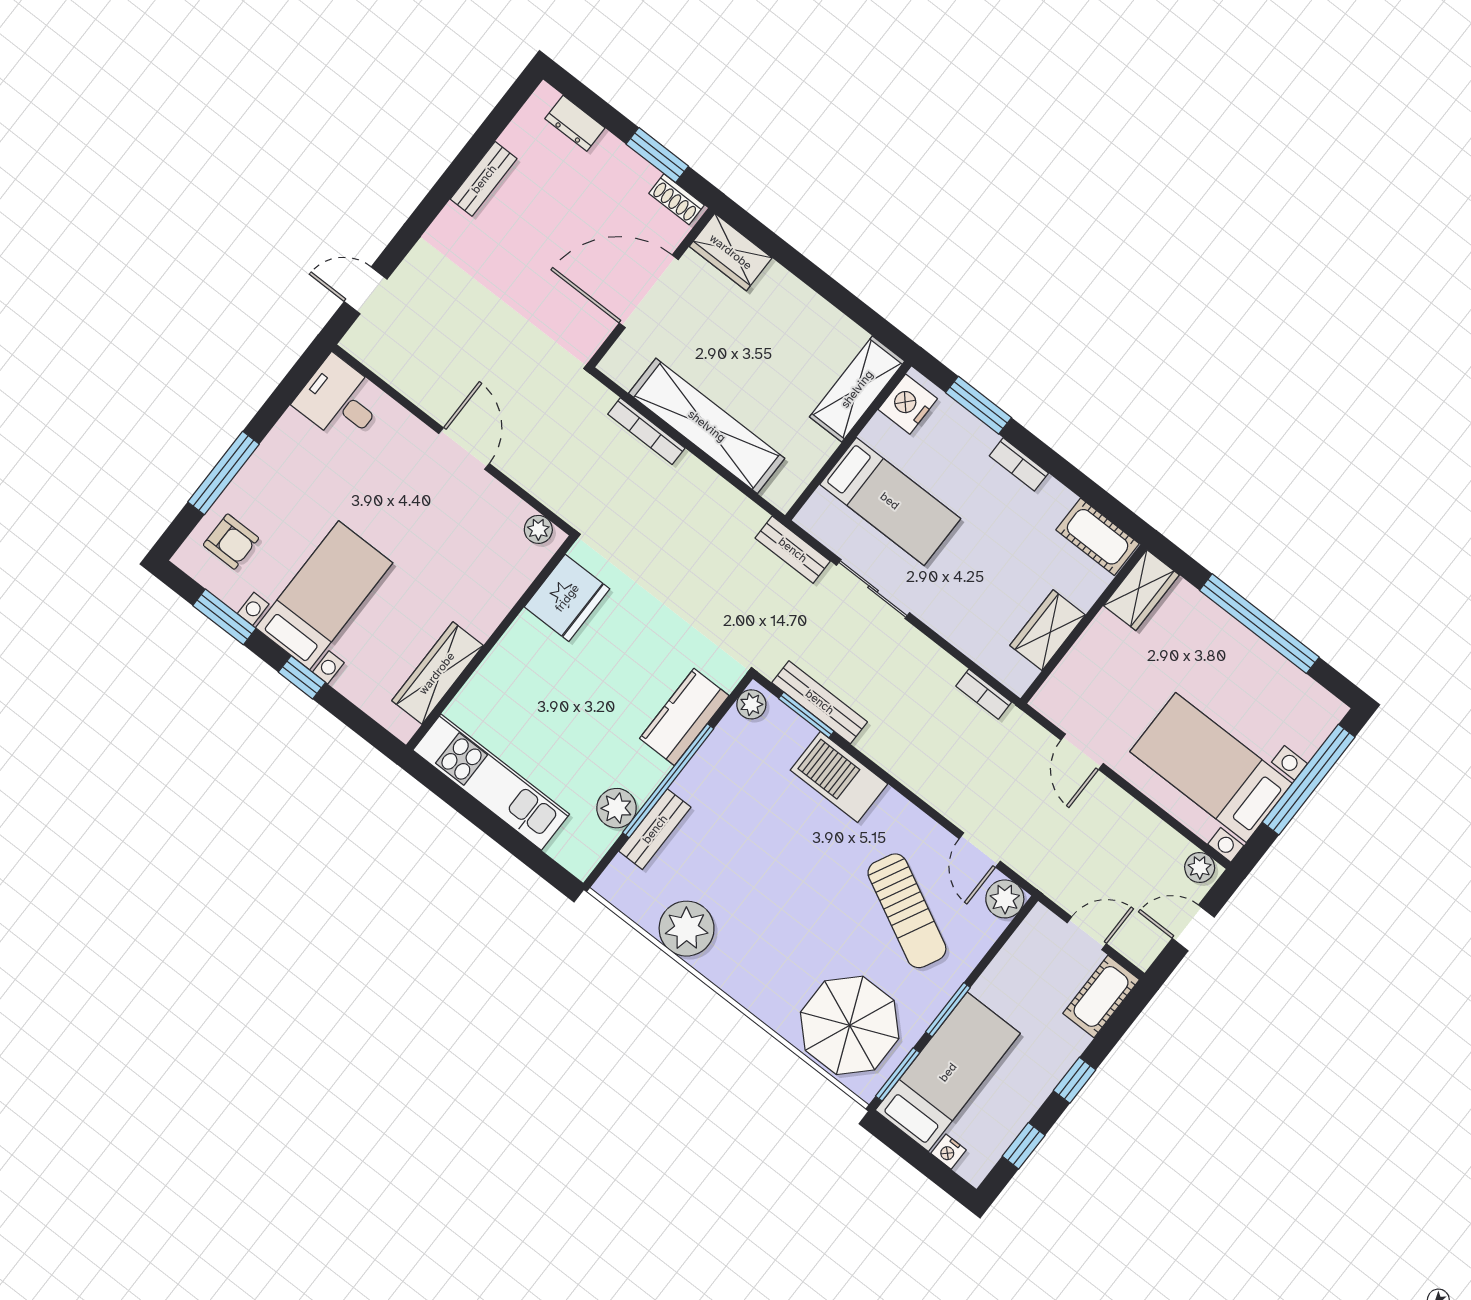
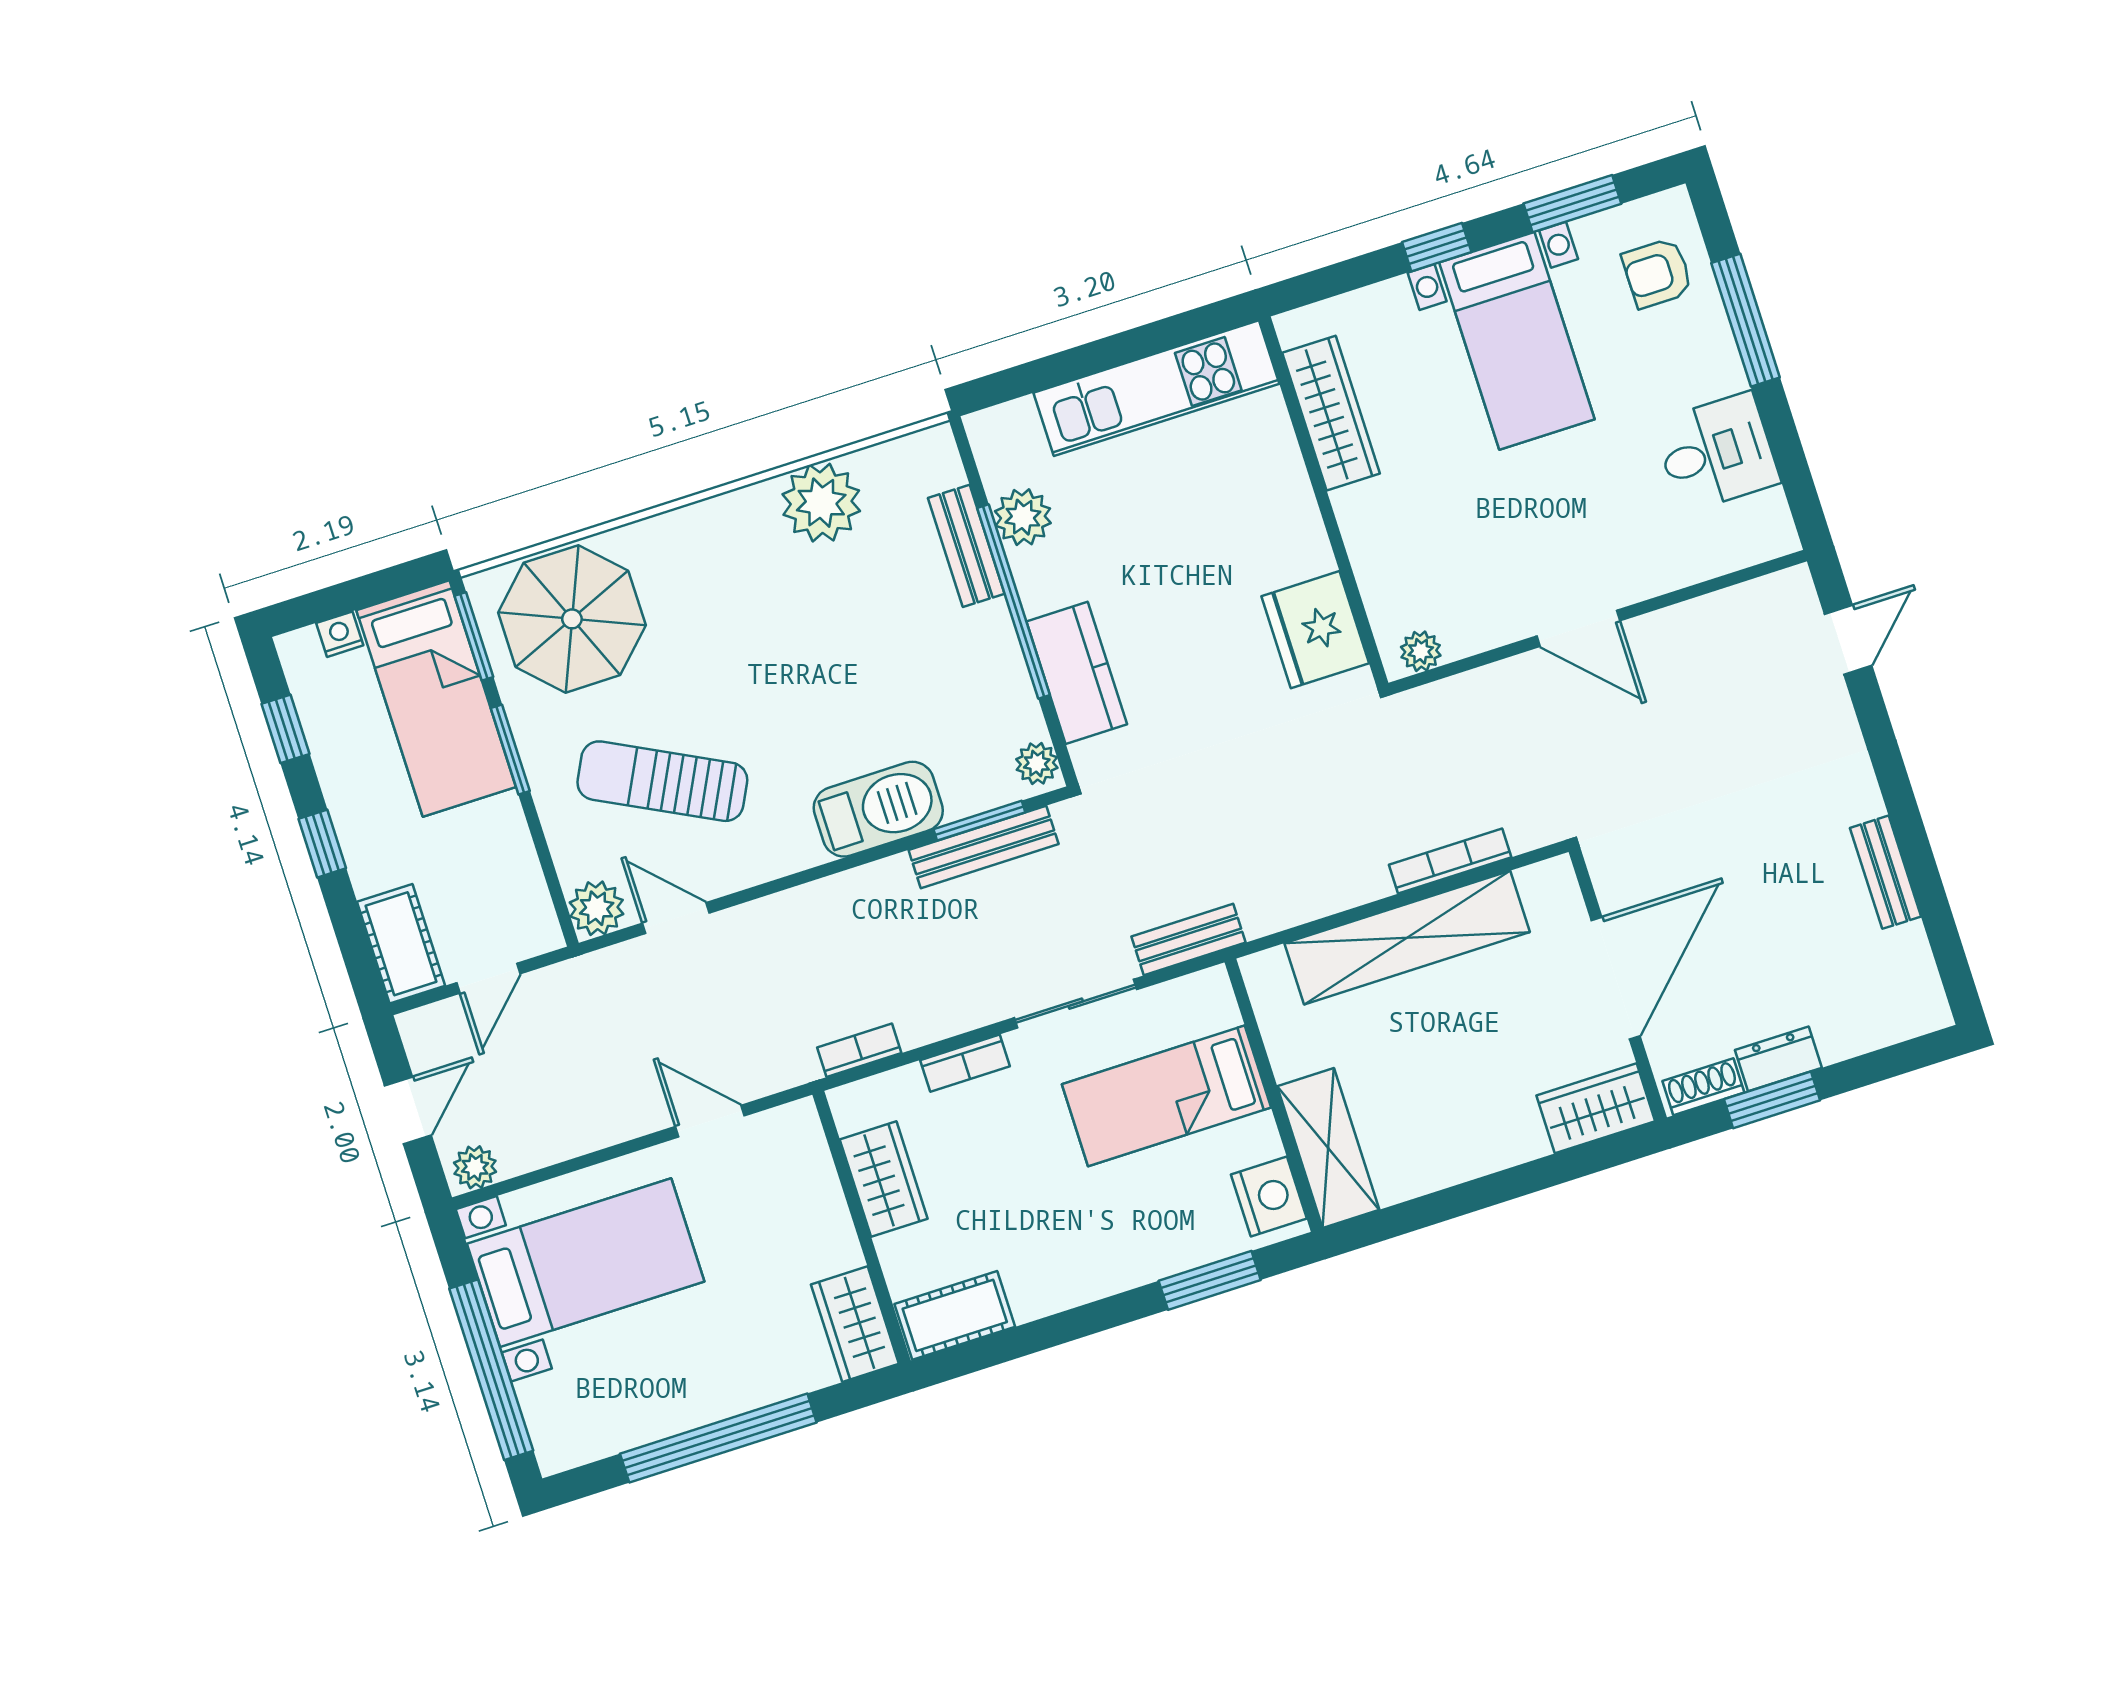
dresser: (575, 123) -> (1778, 1059), moved
desk: (340, 400) -> (1716, 452), moved
bookcase: (1019, 464) -> (965, 1063), moved, turned 180

